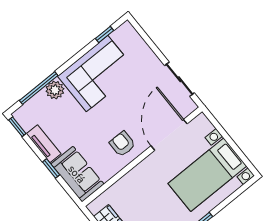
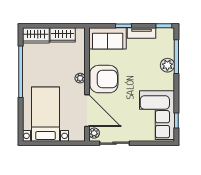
corner sofa: (97, 74) -> (157, 115), moved
plant: (186, 109) -> (94, 133), added
armchair: (122, 144) -> (104, 79), width x1.88, depth x1.88
plant: (141, 169) -> (80, 78), added

